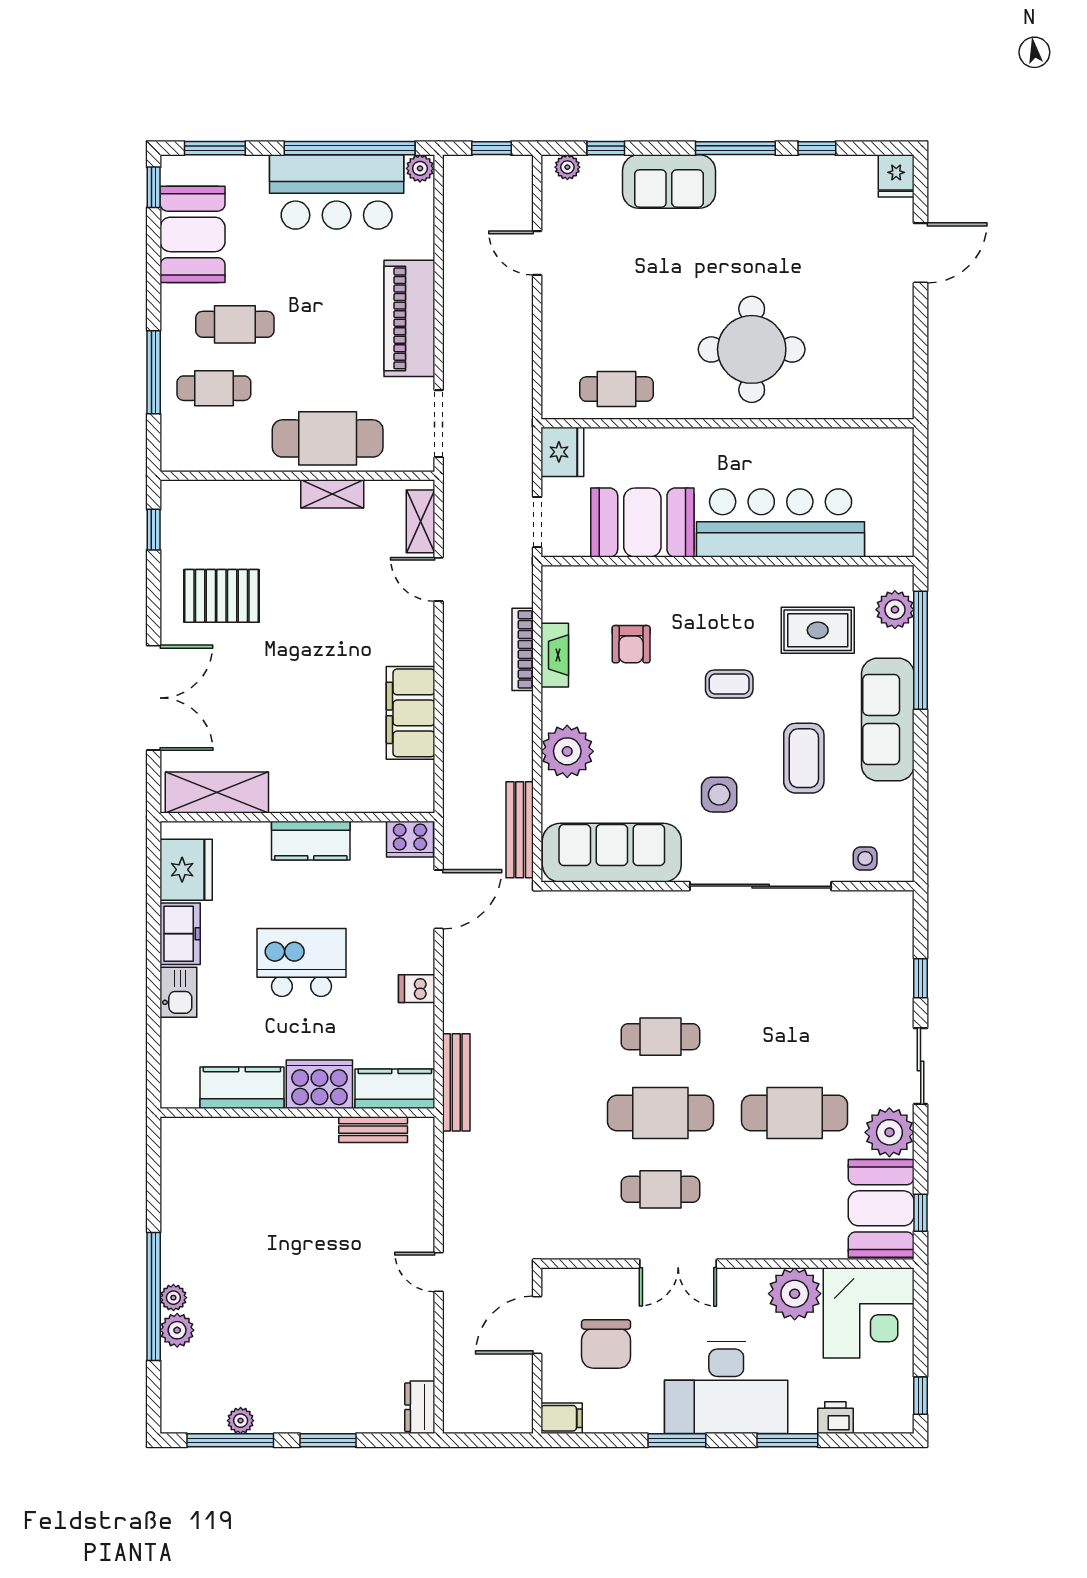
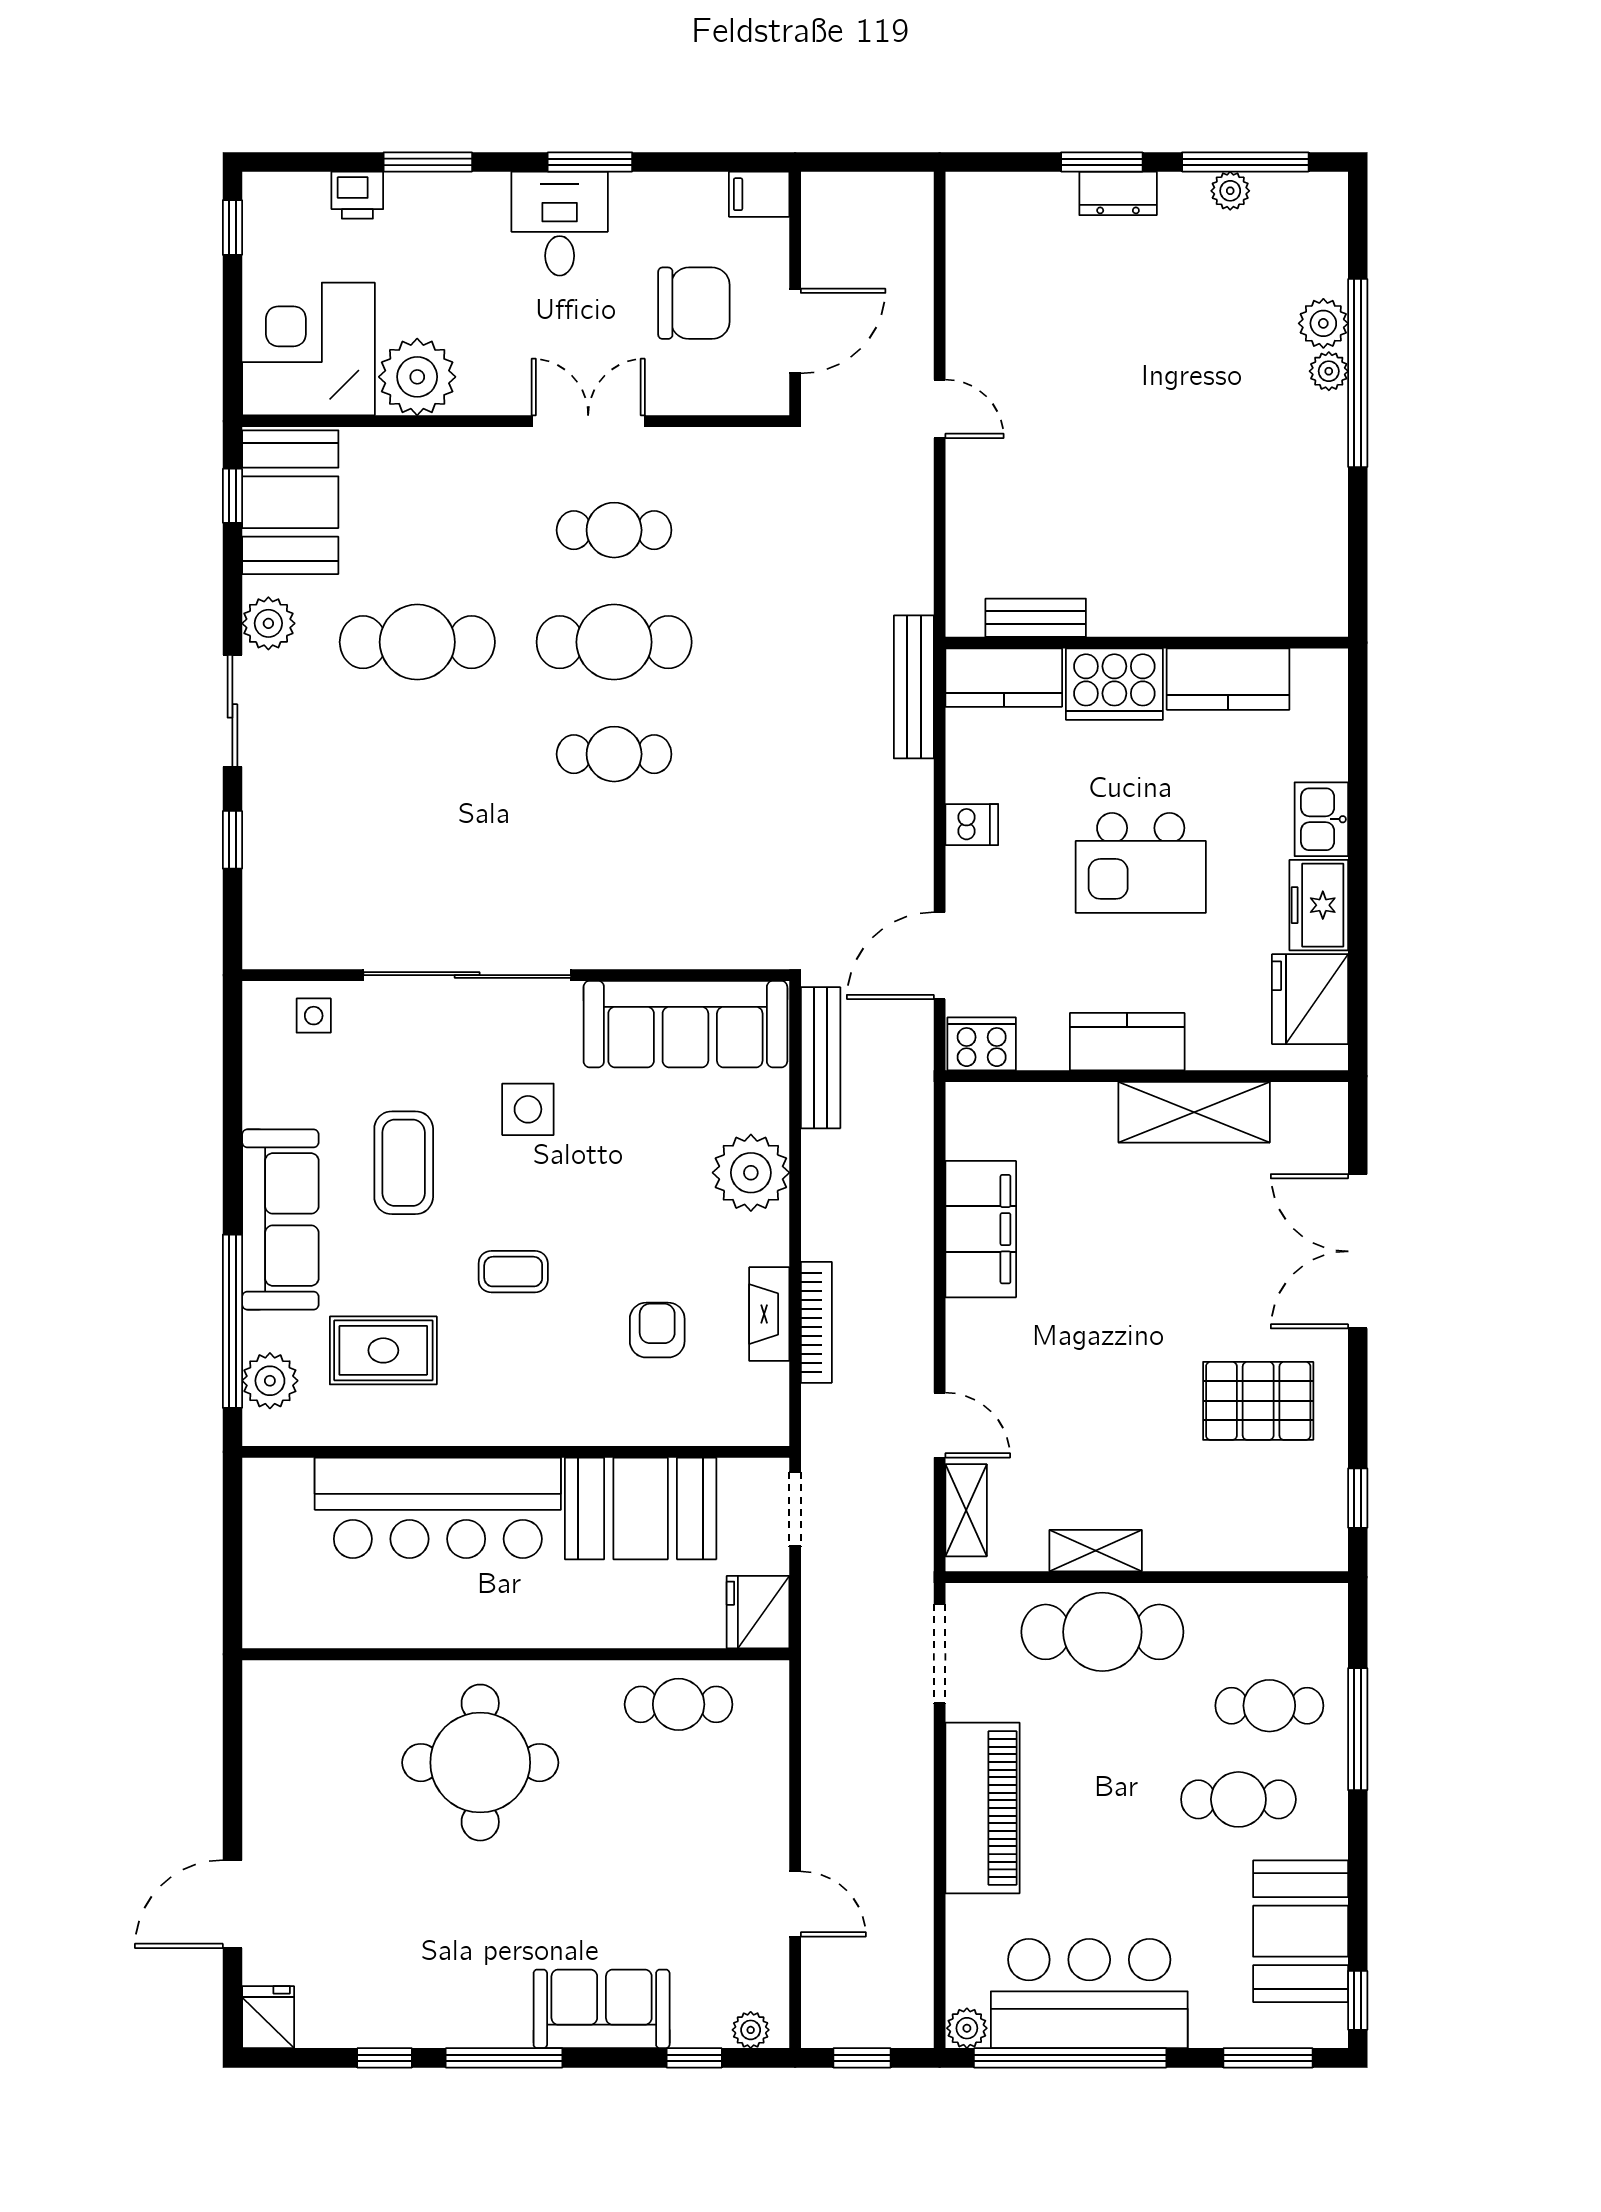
shelving: (217, 793) -> (1194, 1112), moved
plant: (889, 1132) -> (268, 623), width x0.73, depth x0.73
chair: (606, 1344) -> (694, 303), turned 90
desk: (726, 1388) -> (560, 224), width x0.53, depth x0.77
dresser: (420, 1407) -> (1118, 193), moved, turned 90

